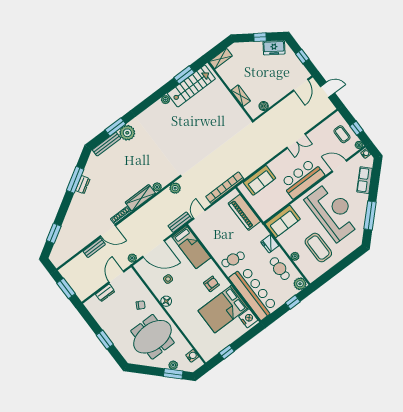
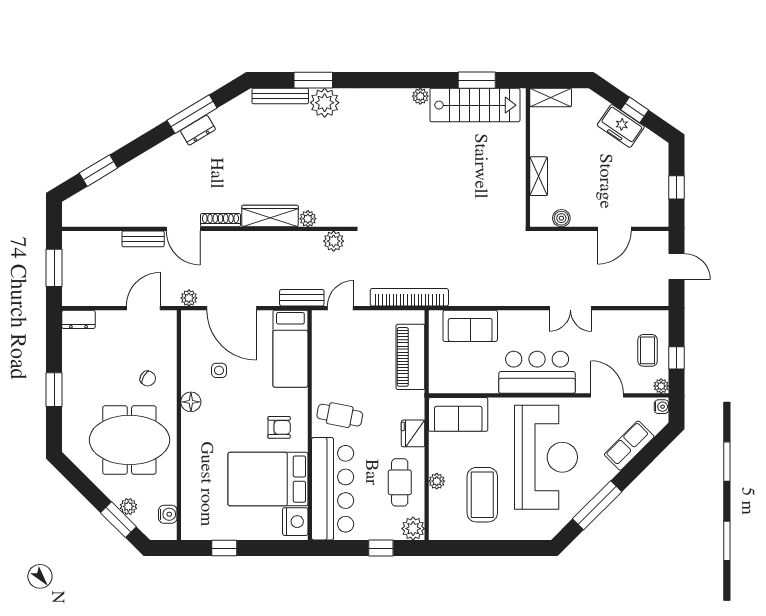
freezer: (274, 48) -> (621, 126), moved
door: (301, 85) -> (614, 229), moved
dresser: (105, 293) -> (78, 319), moved

